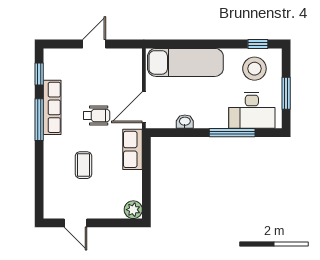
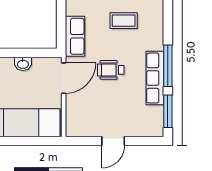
window: (39, 74) -> (168, 111), width x1.50
coffee table: (84, 165) -> (124, 21), turned 90

